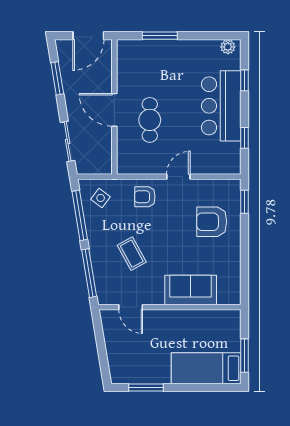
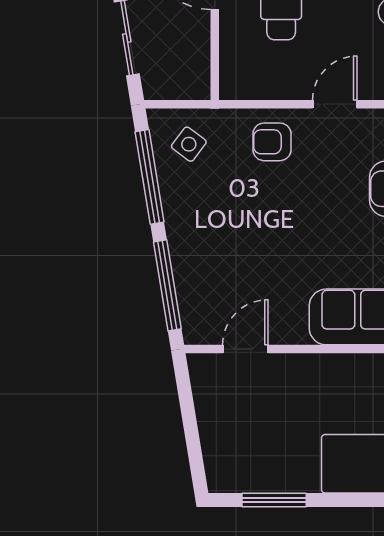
coffee table: (132, 254) -> (247, 249), removed
door: (131, 307) -> (245, 349), swing flipped

